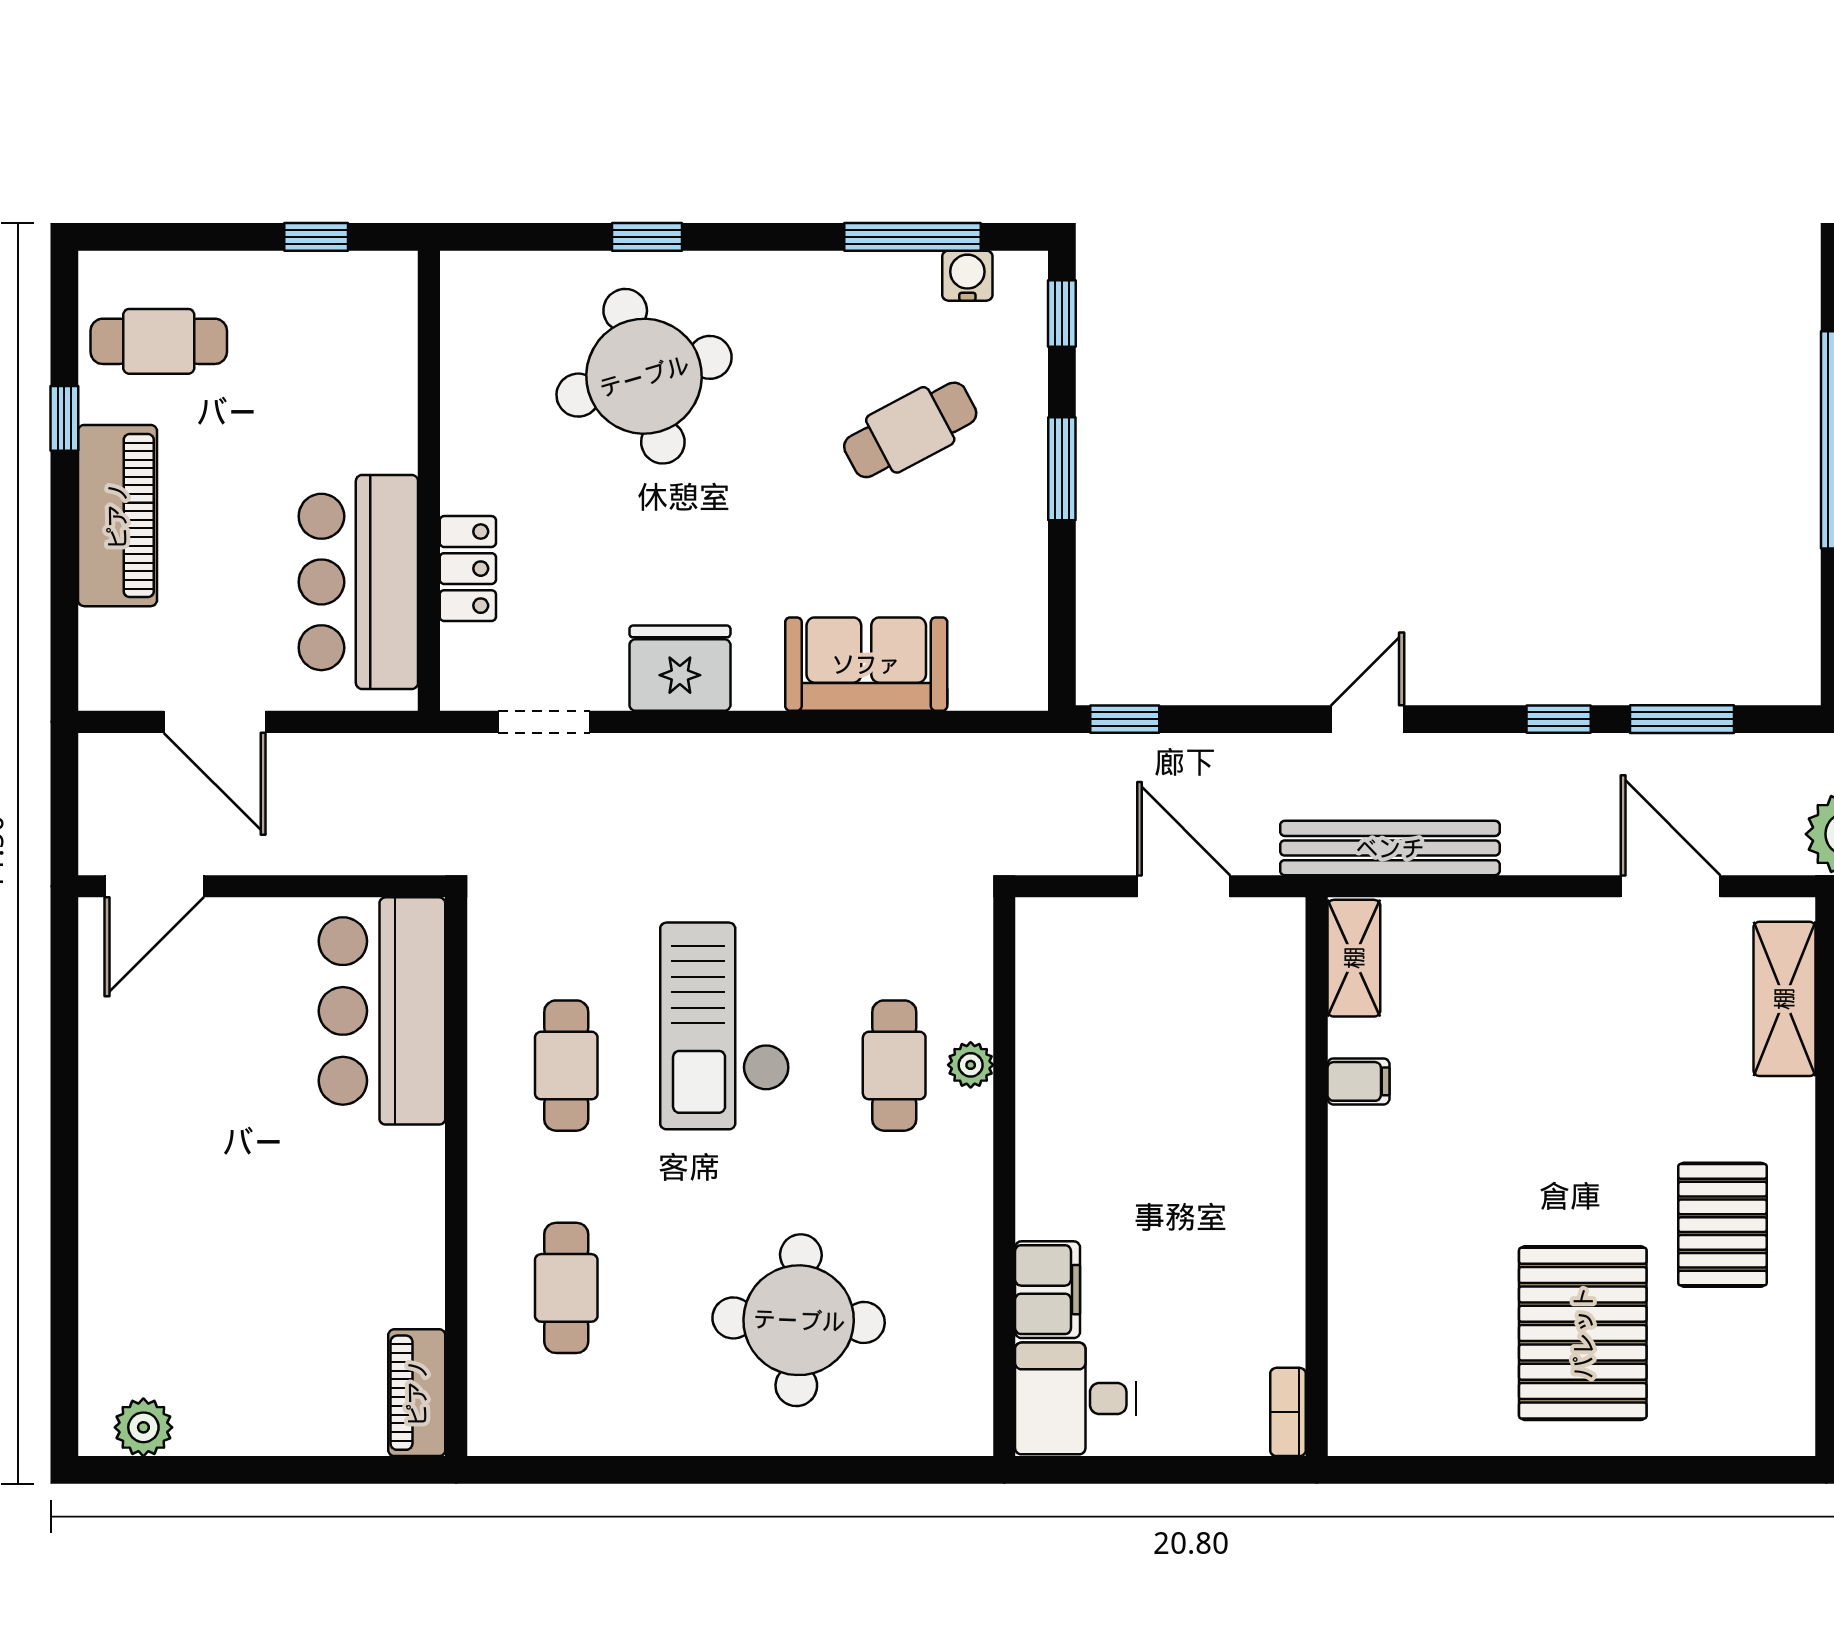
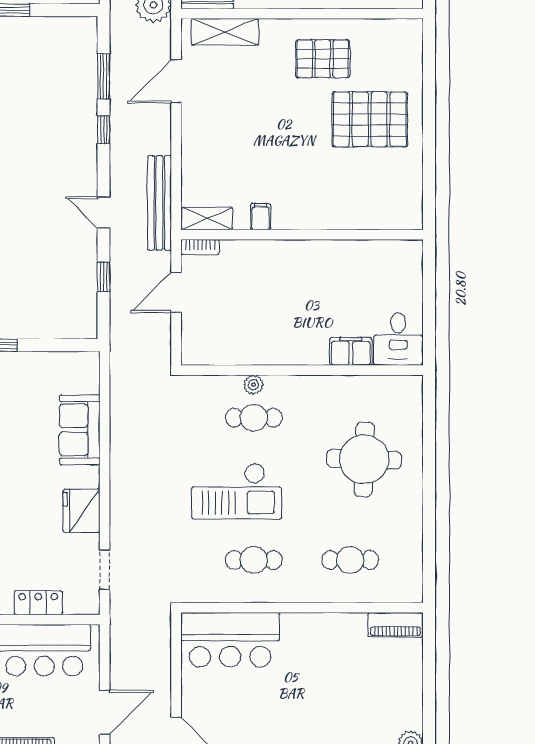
window: (1125, 719) -> (104, 277), moved
bookcase: (1288, 1412) -> (200, 247), moved

